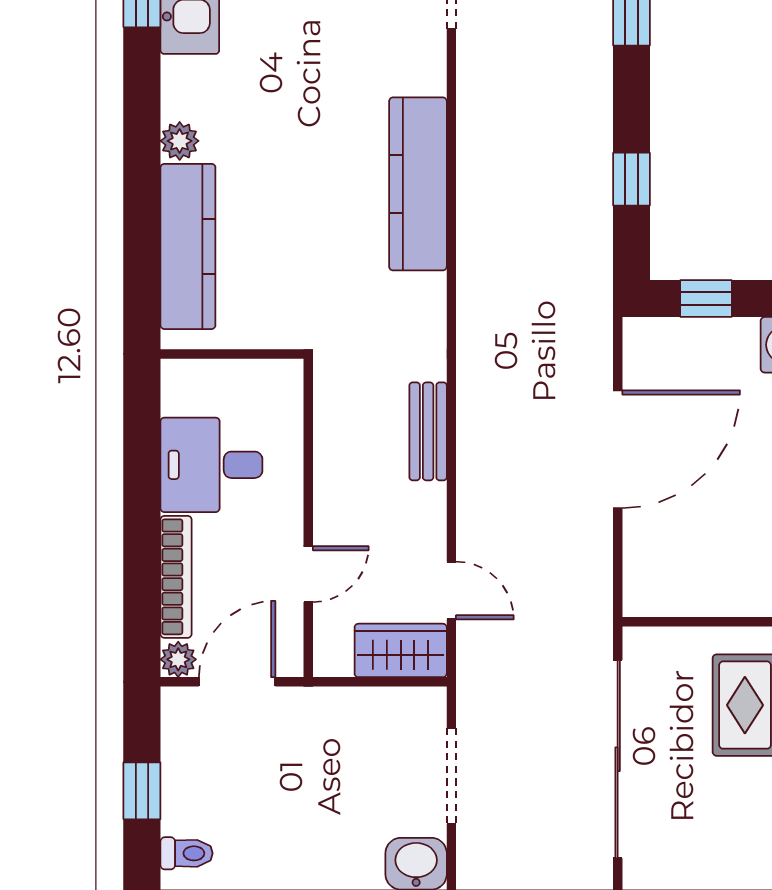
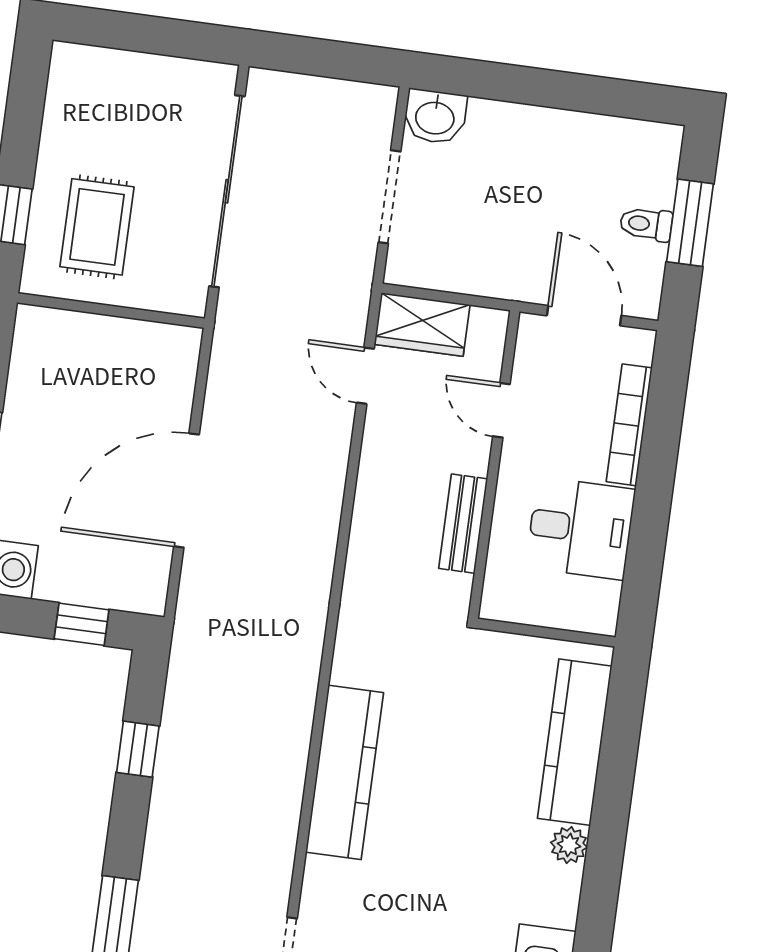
bench: (428, 431) -> (463, 524), moved
door: (308, 574) -> (501, 410), hinge flipped
plant: (178, 659) -> (638, 345), removed
door: (237, 682) -> (584, 316), swing flipped
window: (142, 791) -> (690, 223), width x1.50
toilet: (187, 853) -> (646, 224), moved

